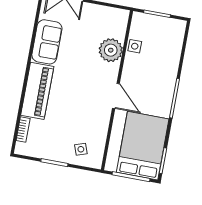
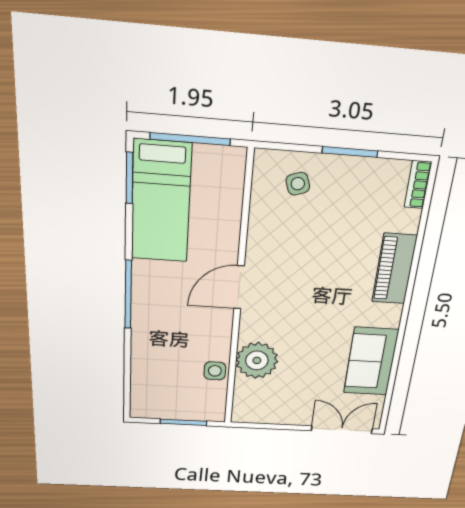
piano: (37, 91) -> (394, 269), width x0.73, depth x0.75
door: (116, 96) -> (239, 287), hinge flipped
bookcase: (23, 130) -> (418, 185), moved
bed: (143, 146) -> (161, 202), width x0.67

